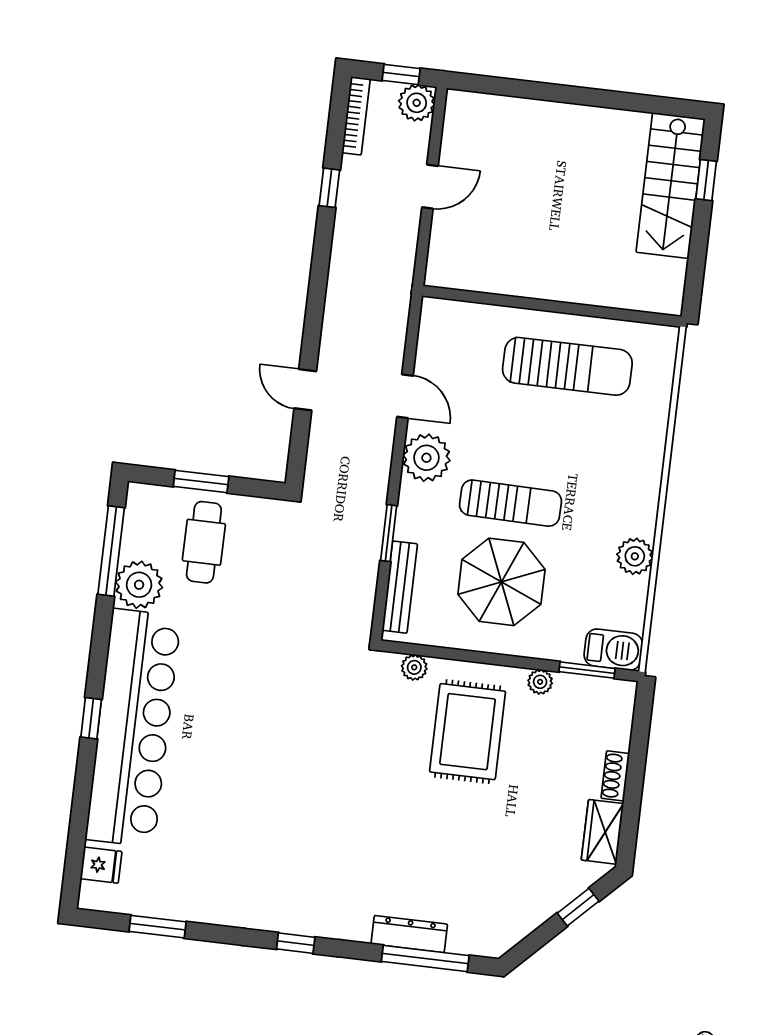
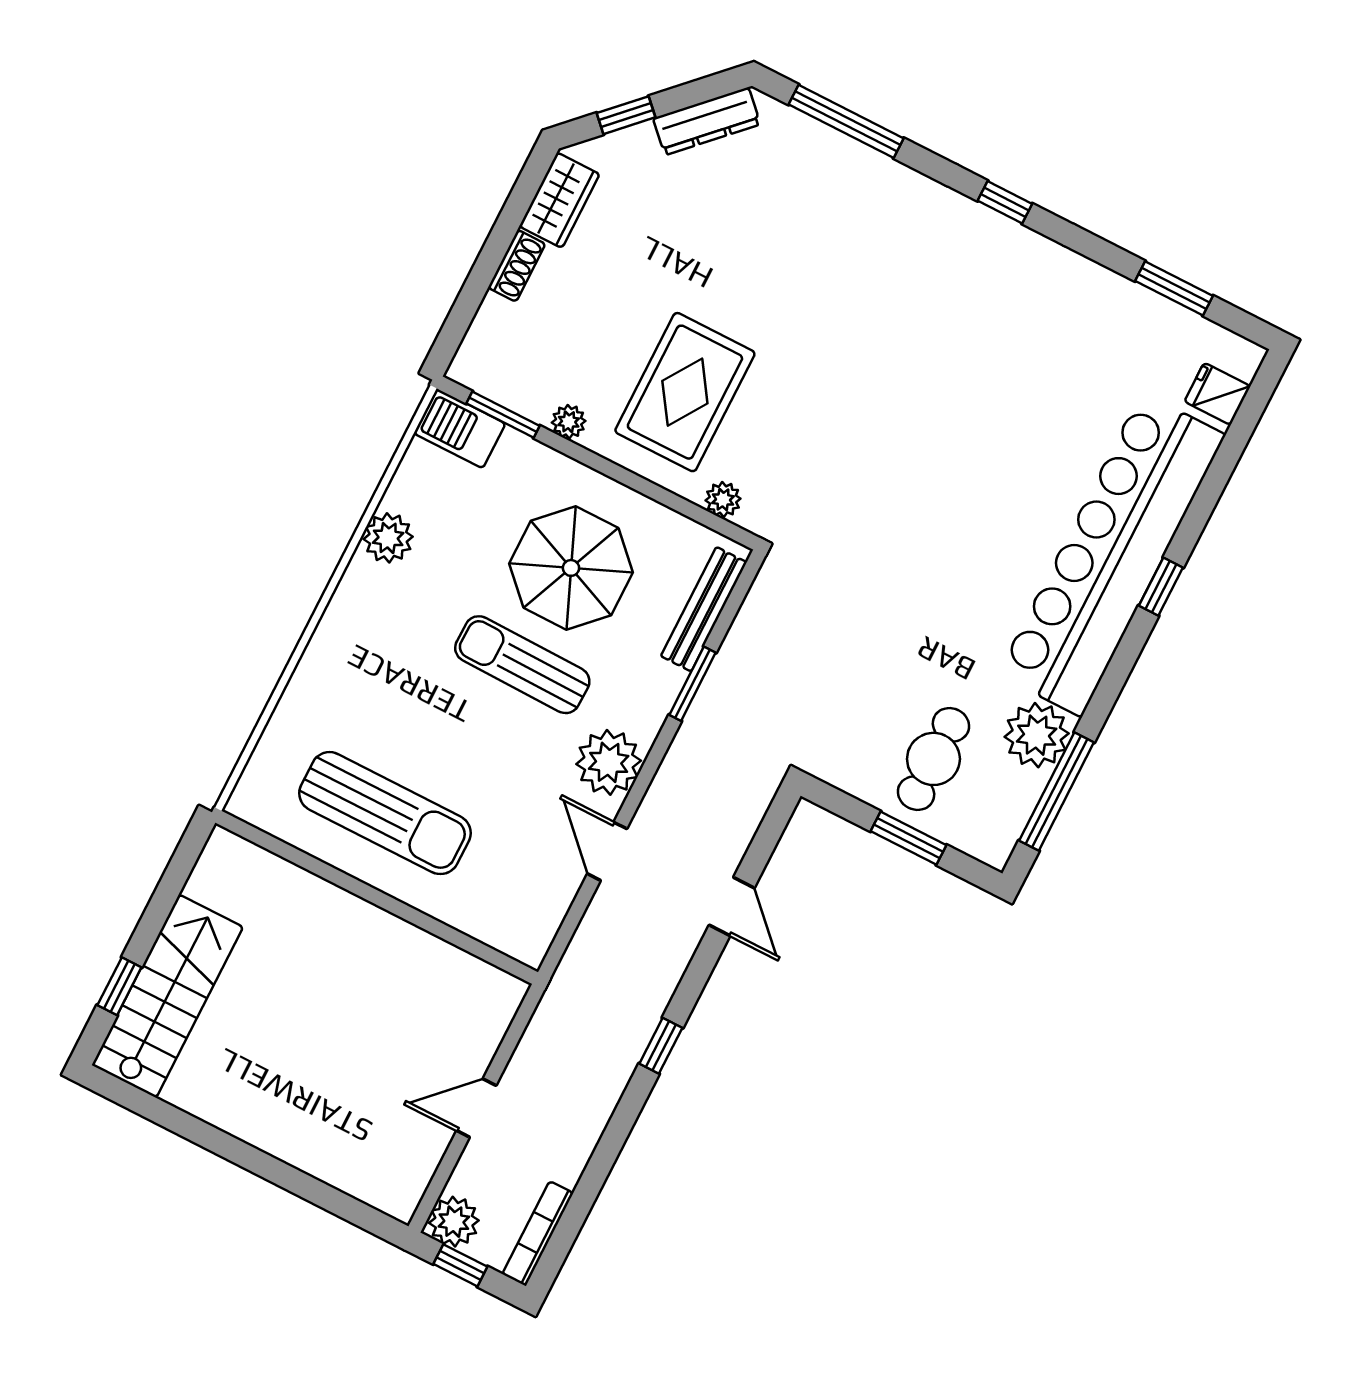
window: (329, 188) -> (661, 1046), moved
sun lounger: (567, 366) -> (385, 813), turned 180
dresser: (409, 934) -> (707, 121), moved, turned -45

